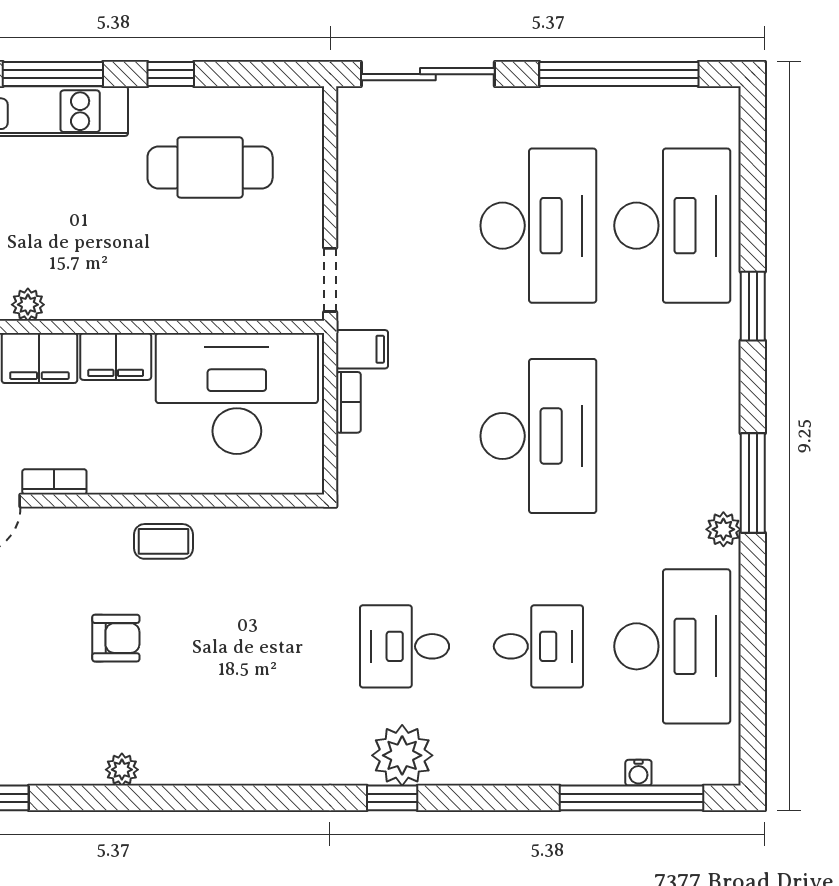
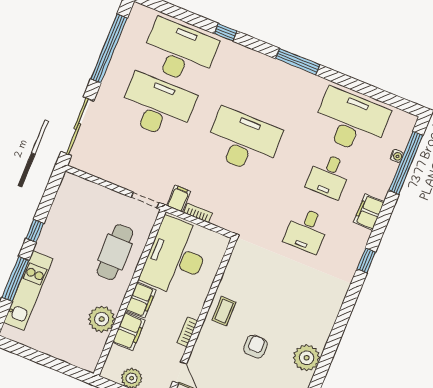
cafe table: (210, 167) -> (115, 252), moved
plant: (28, 305) -> (102, 319), width x1.88, depth x1.88
window: (753, 306) -> (226, 32), width x0.67
bookcase: (54, 482) -> (187, 332), moved
plant: (723, 529) -> (312, 81), removed
desk: (538, 646) -> (329, 176), turned 180
plant: (402, 755) -> (351, 249), removed
filing cabinet: (497, 762) -> (369, 212), added
plant: (122, 770) -> (307, 358), width x1.87, depth x1.87

